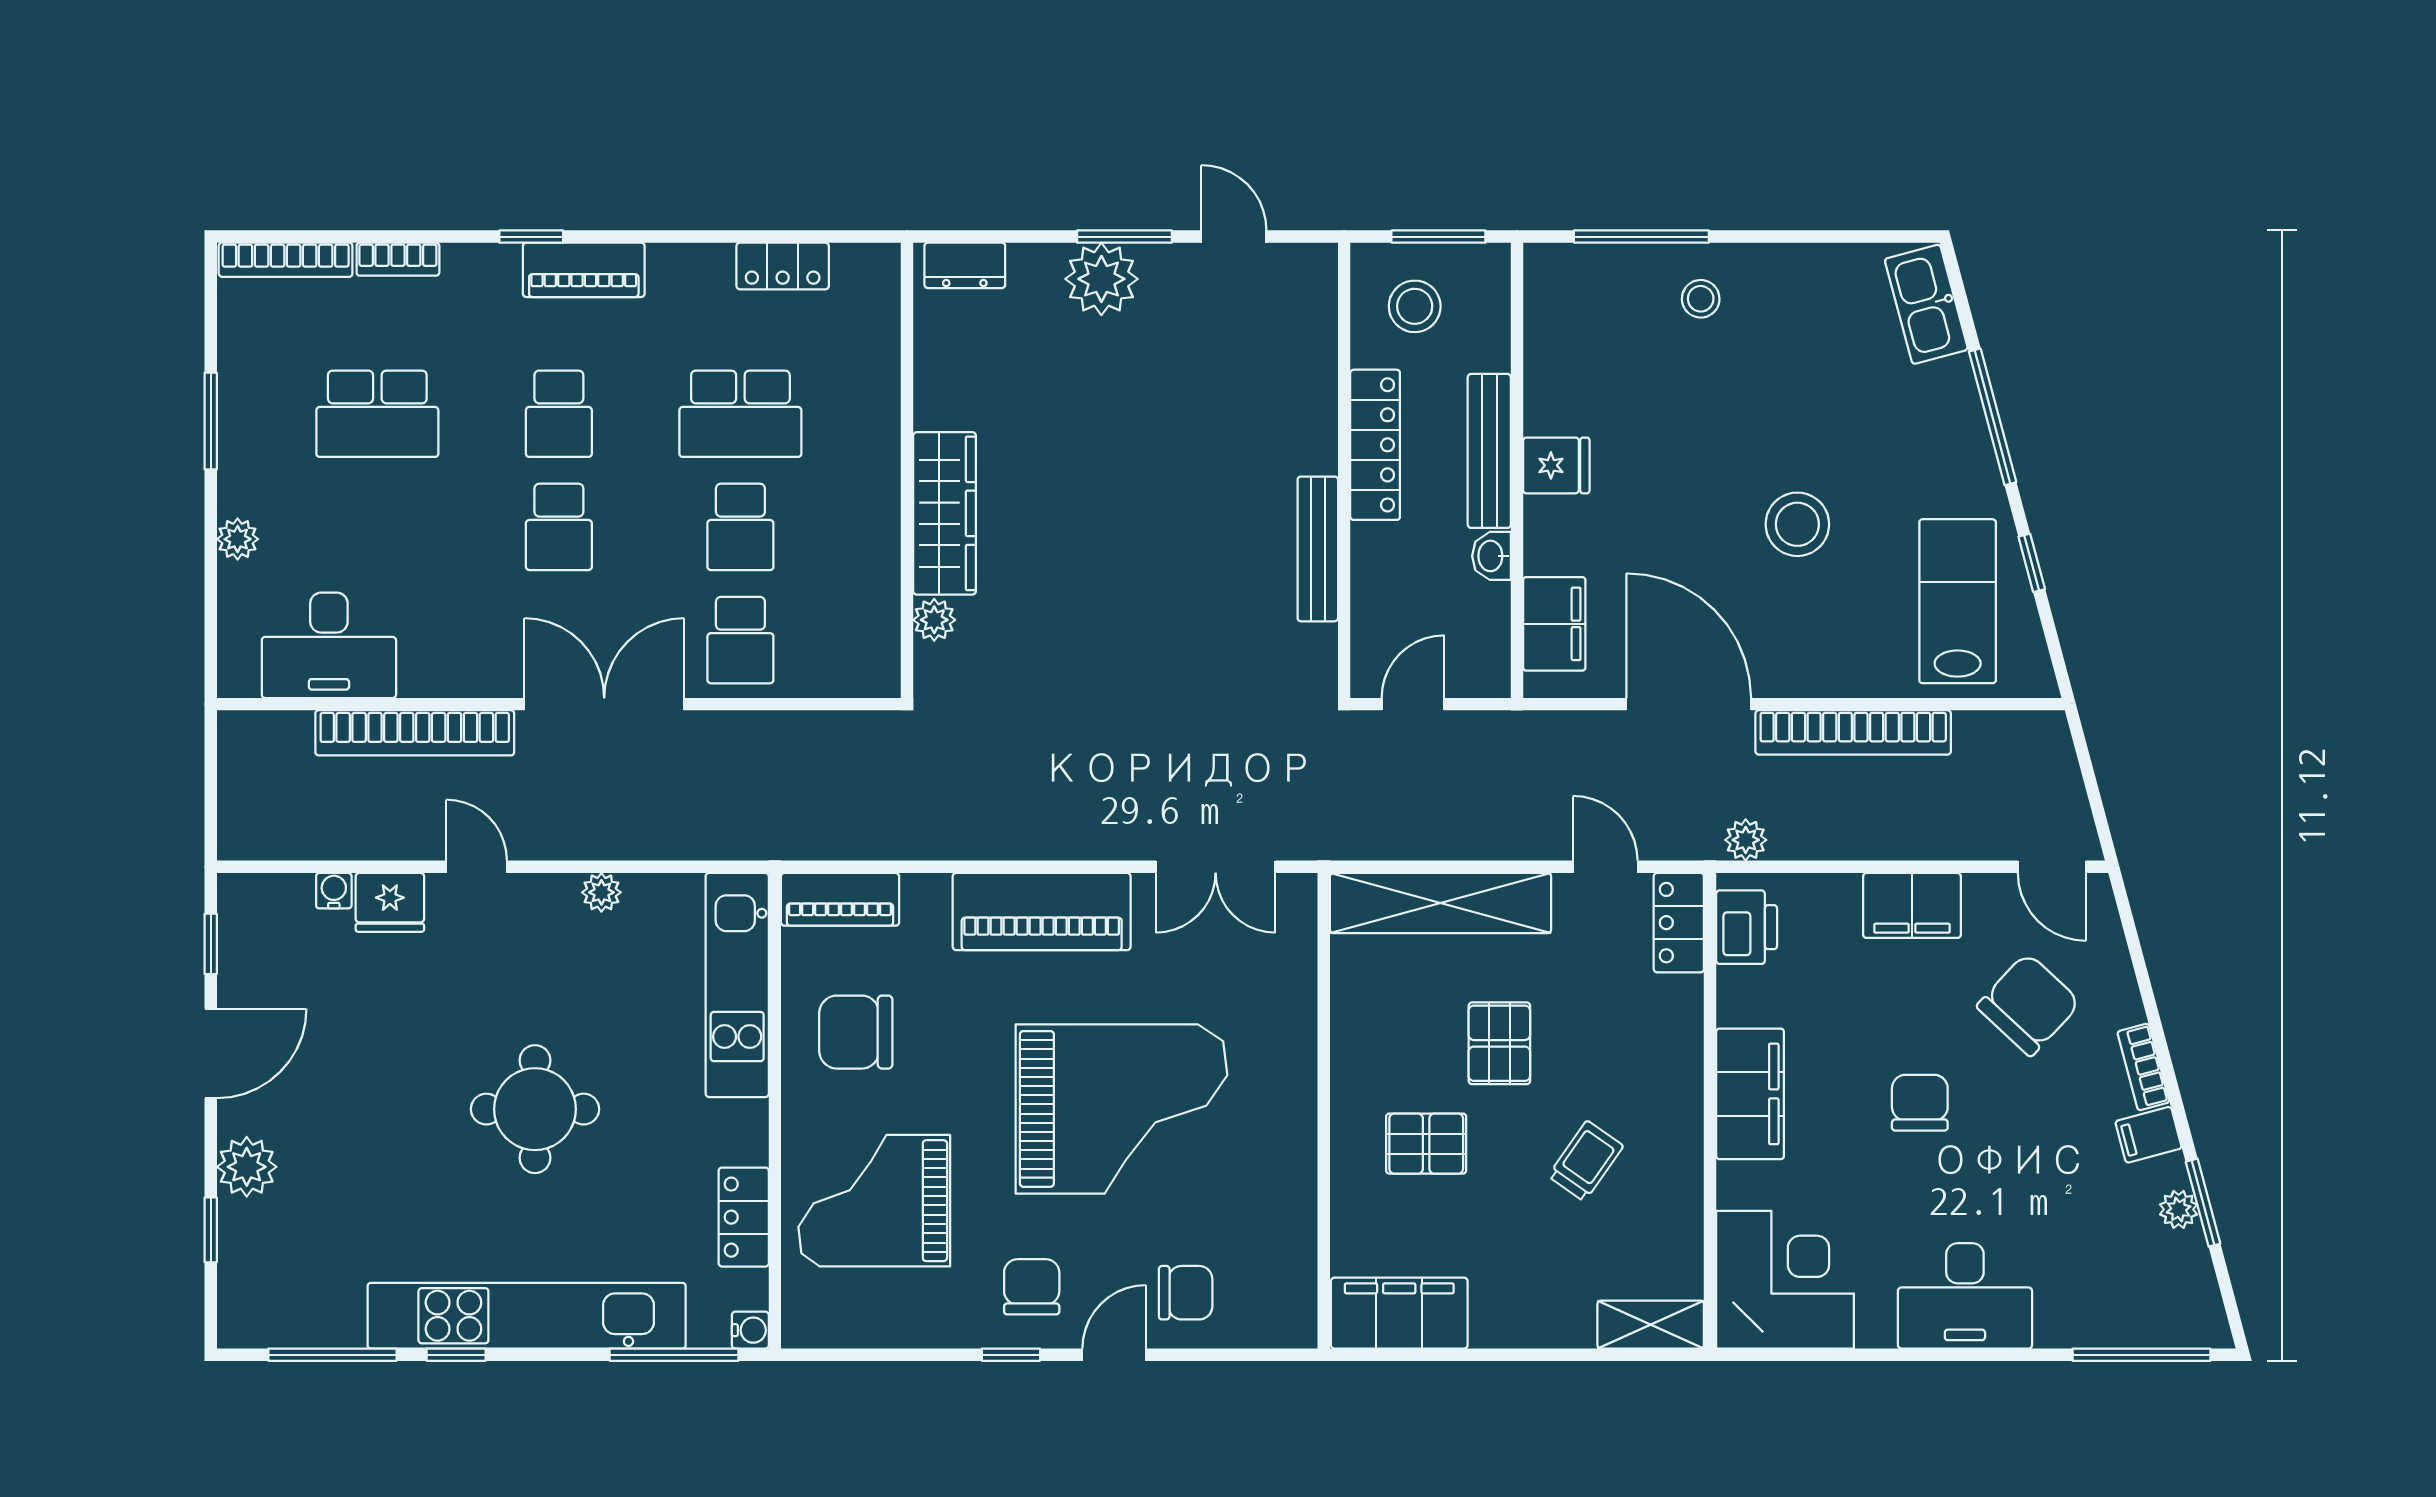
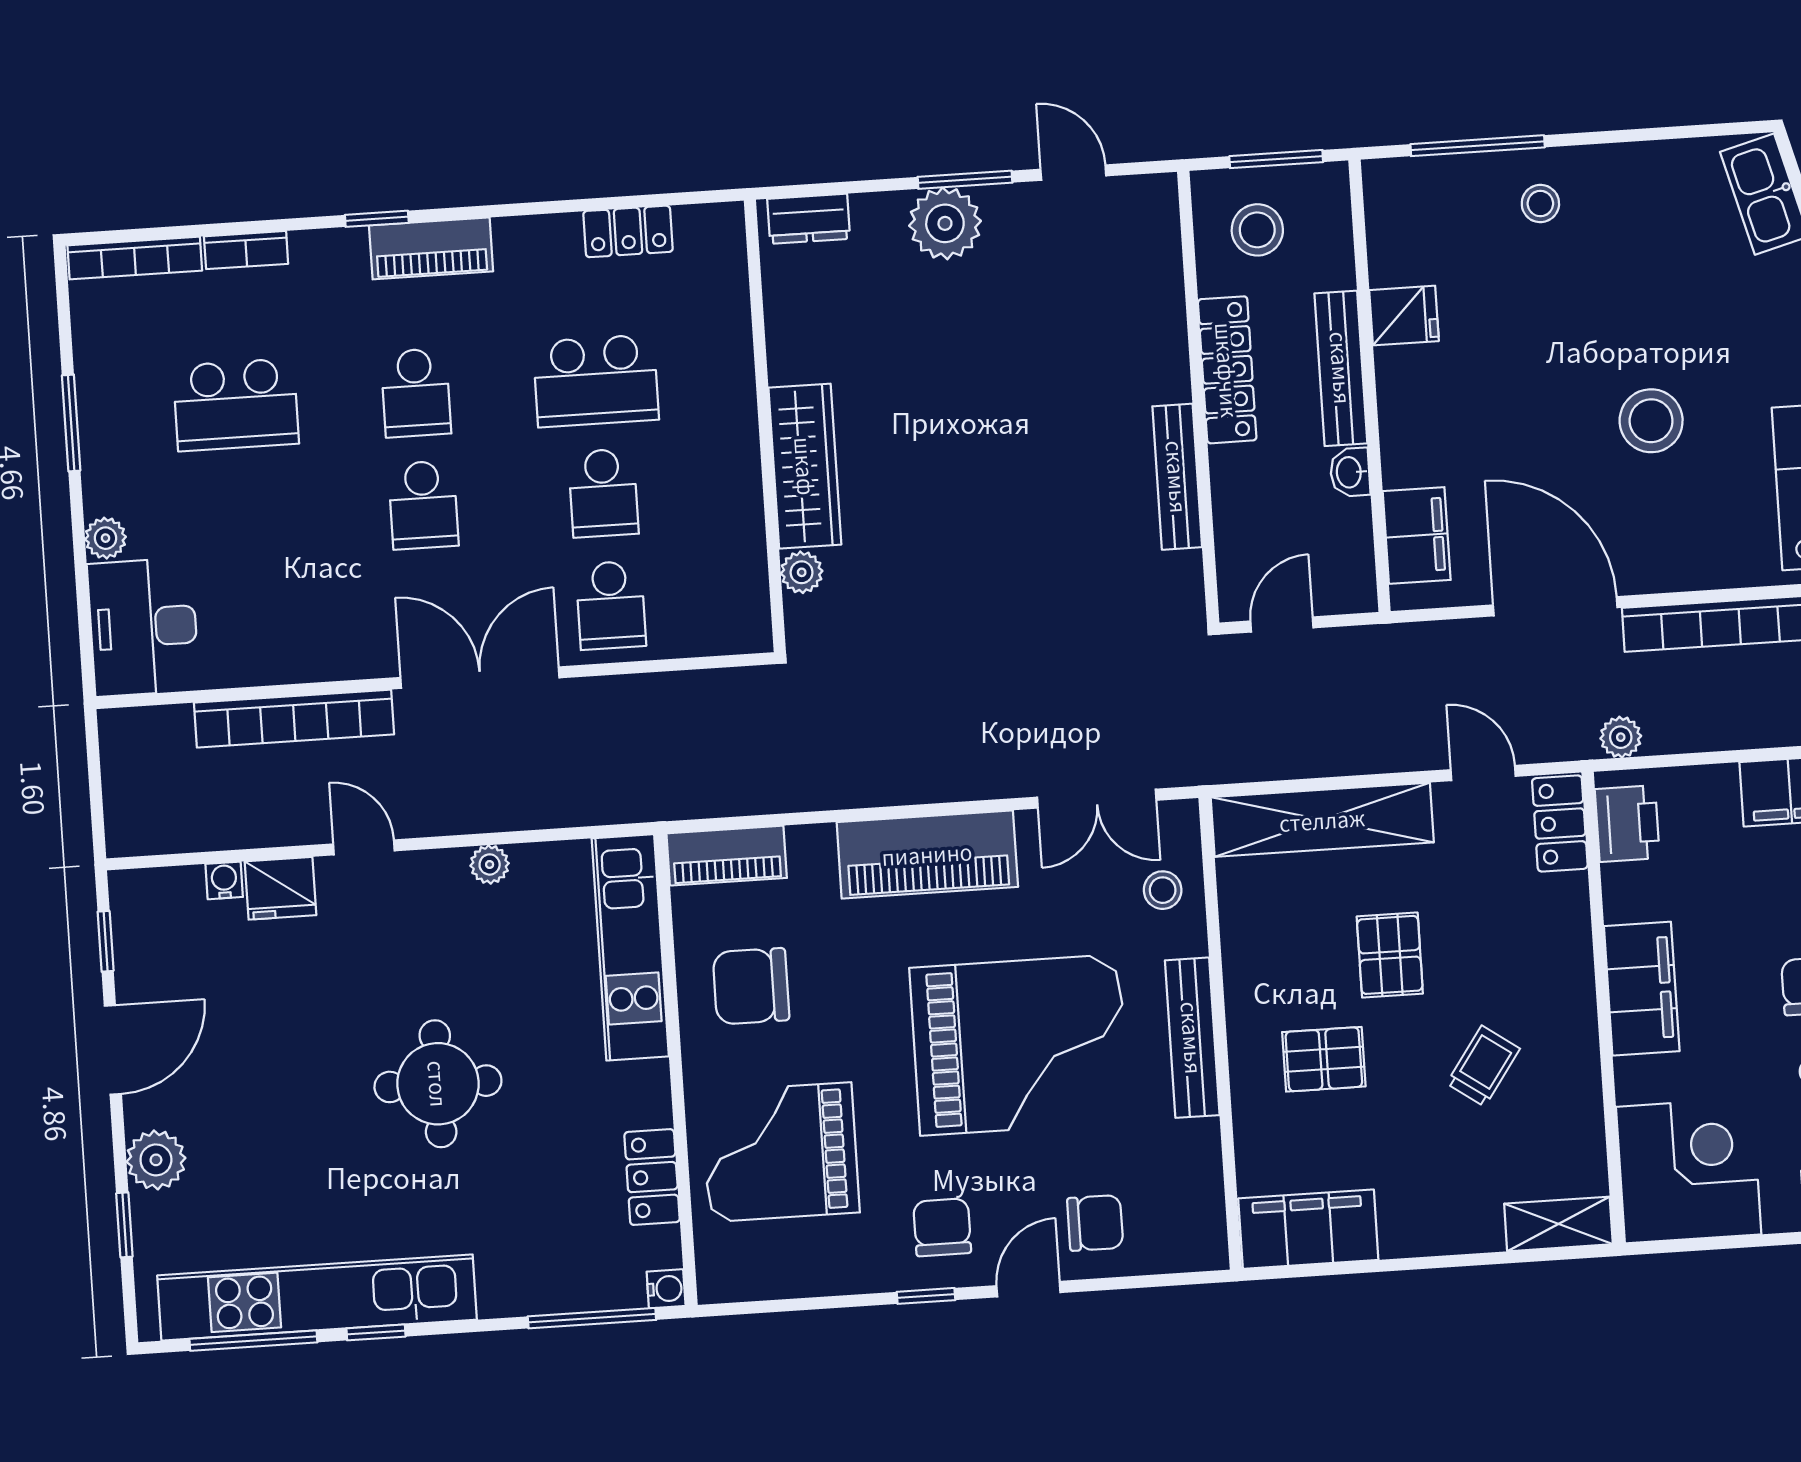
fridge: (1556, 465) -> (1404, 316), moved
desk: (329, 645) -> (143, 627), moved, turned 90
stool: (1276, 963) -> (1163, 890), added
bench: (1295, 1113) -> (1192, 1038), added
kitchen unit: (527, 1316) -> (317, 1298), moved

